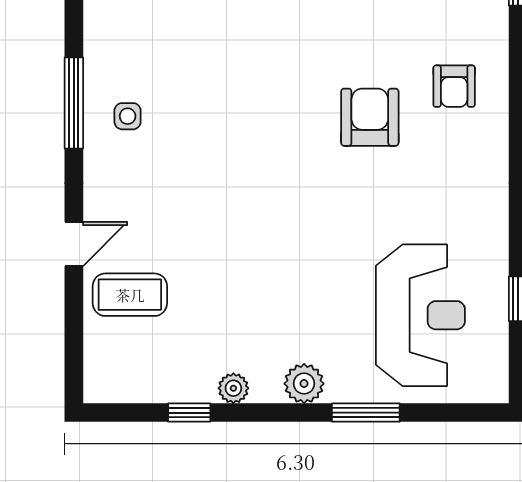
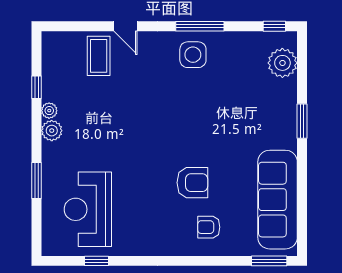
side table: (128, 116) -> (193, 55), width x1.87, depth x1.87
reception desk: (420, 315) -> (88, 209), turned 90
plant: (304, 384) -> (52, 131), moved

